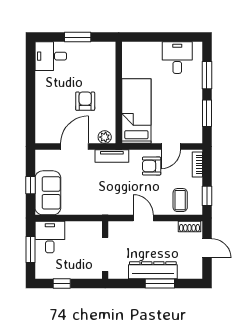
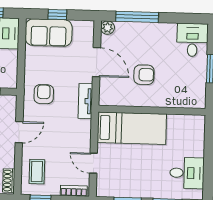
window: (31, 109) -> (137, 17), added
plant: (105, 137) -> (108, 28), moved
armchair: (152, 166) -> (44, 94), moved
coffee table: (180, 200) -> (37, 172), turned 90

